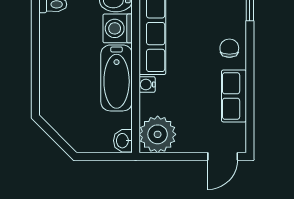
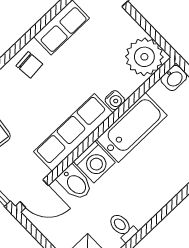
chair: (229, 48) -> (29, 65), turned -95

